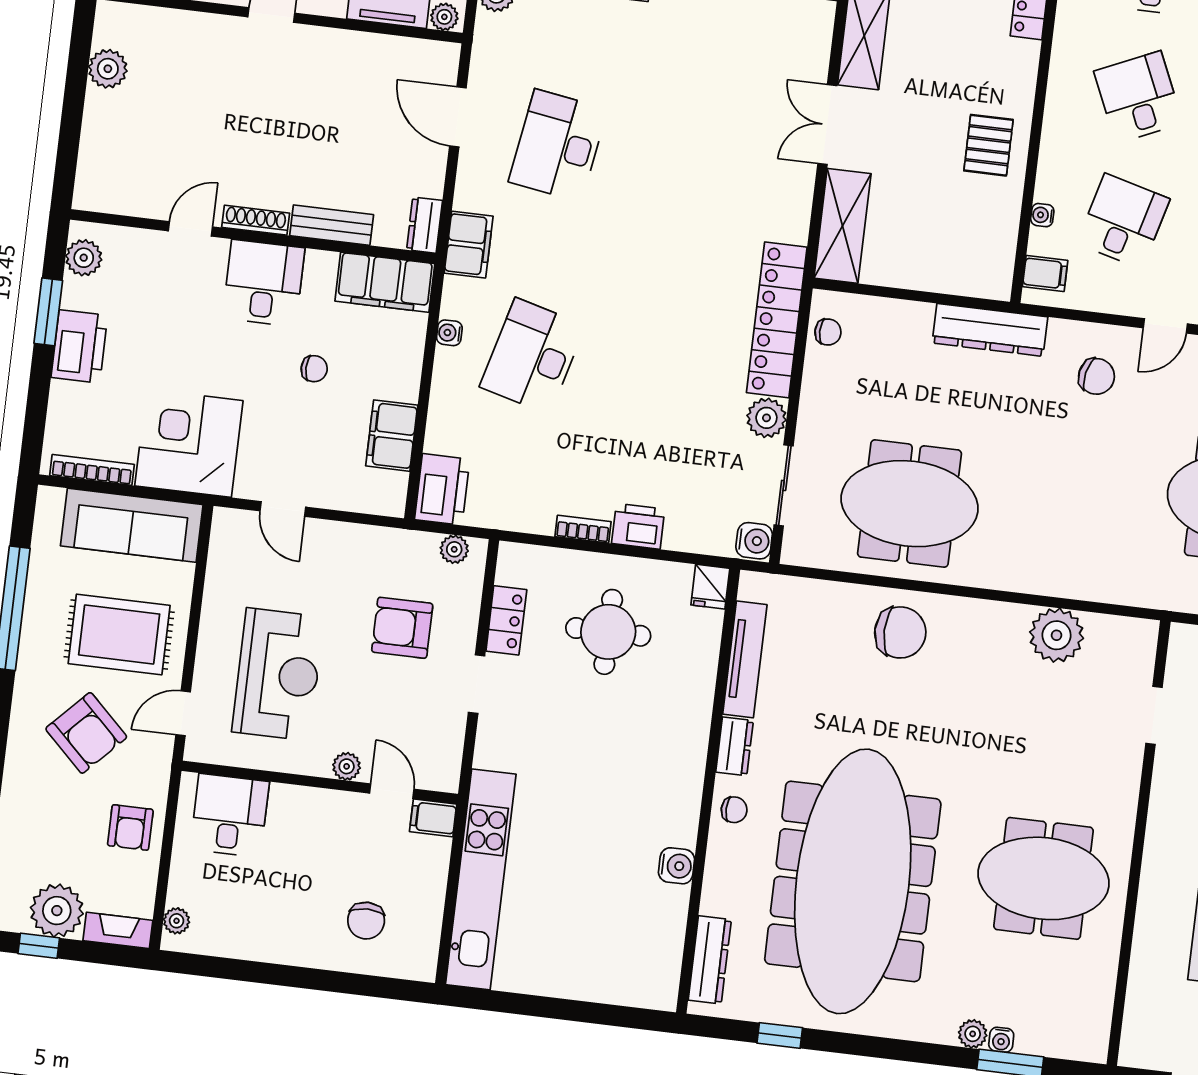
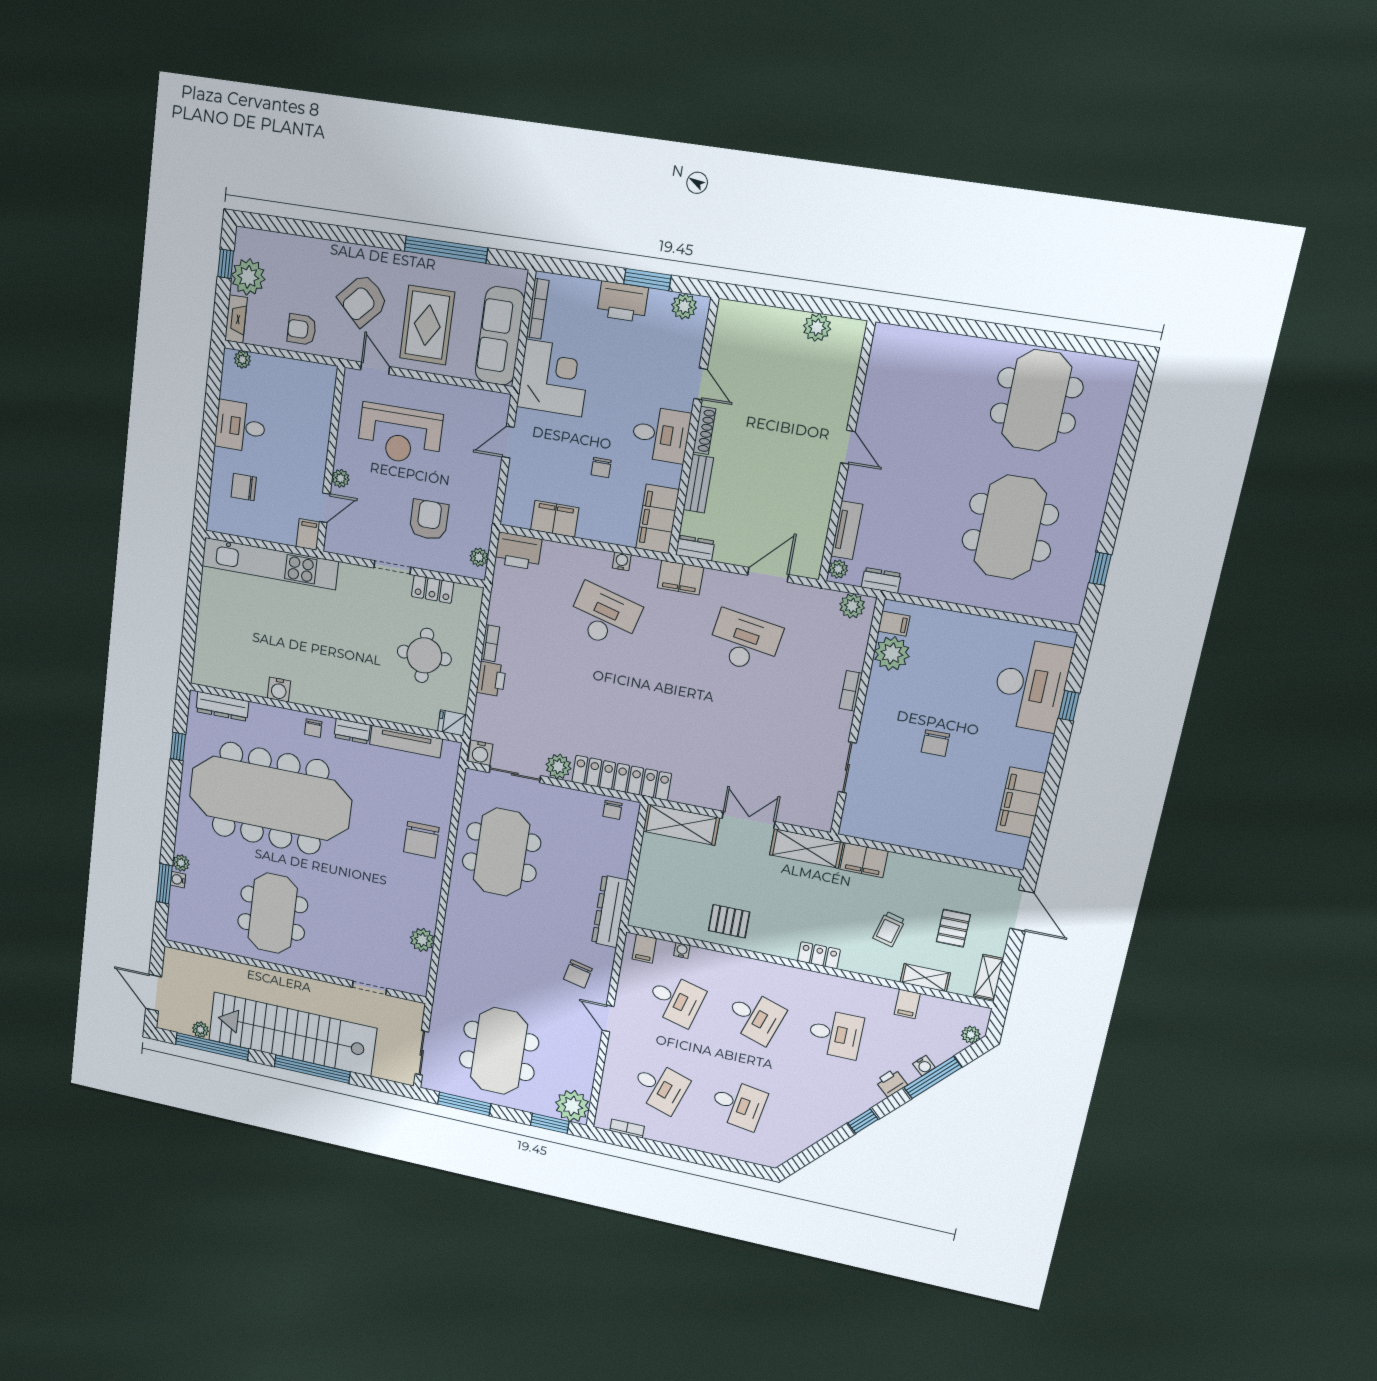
desk: (1138, 97) -> (755, 1017), turned 42
plant: (1057, 635) -> (422, 940), width x0.73, depth x0.73
desk: (230, 815) -> (240, 426), moved, turned 180

